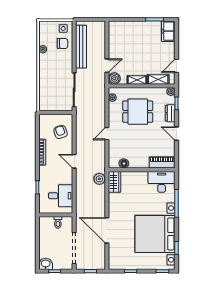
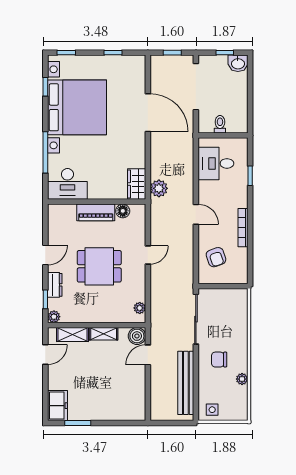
chair: (62, 43) -> (219, 360), moved
dining table: (138, 112) -> (99, 266), moved
door: (177, 134) -> (45, 255), hinge flipped
piano: (162, 163) -> (96, 212), moved

